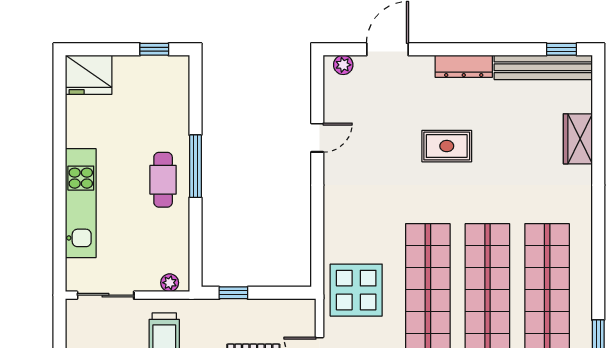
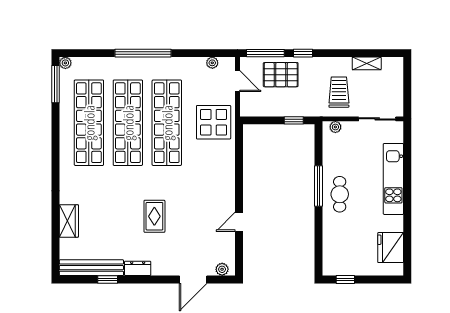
window: (561, 49) -> (108, 279), moved
dresser: (464, 66) -> (138, 268), width x0.70
fridge: (89, 75) -> (391, 248), moved, turned -90
rug: (447, 146) -> (154, 216), turned 90
window: (195, 166) -> (319, 186), moved

